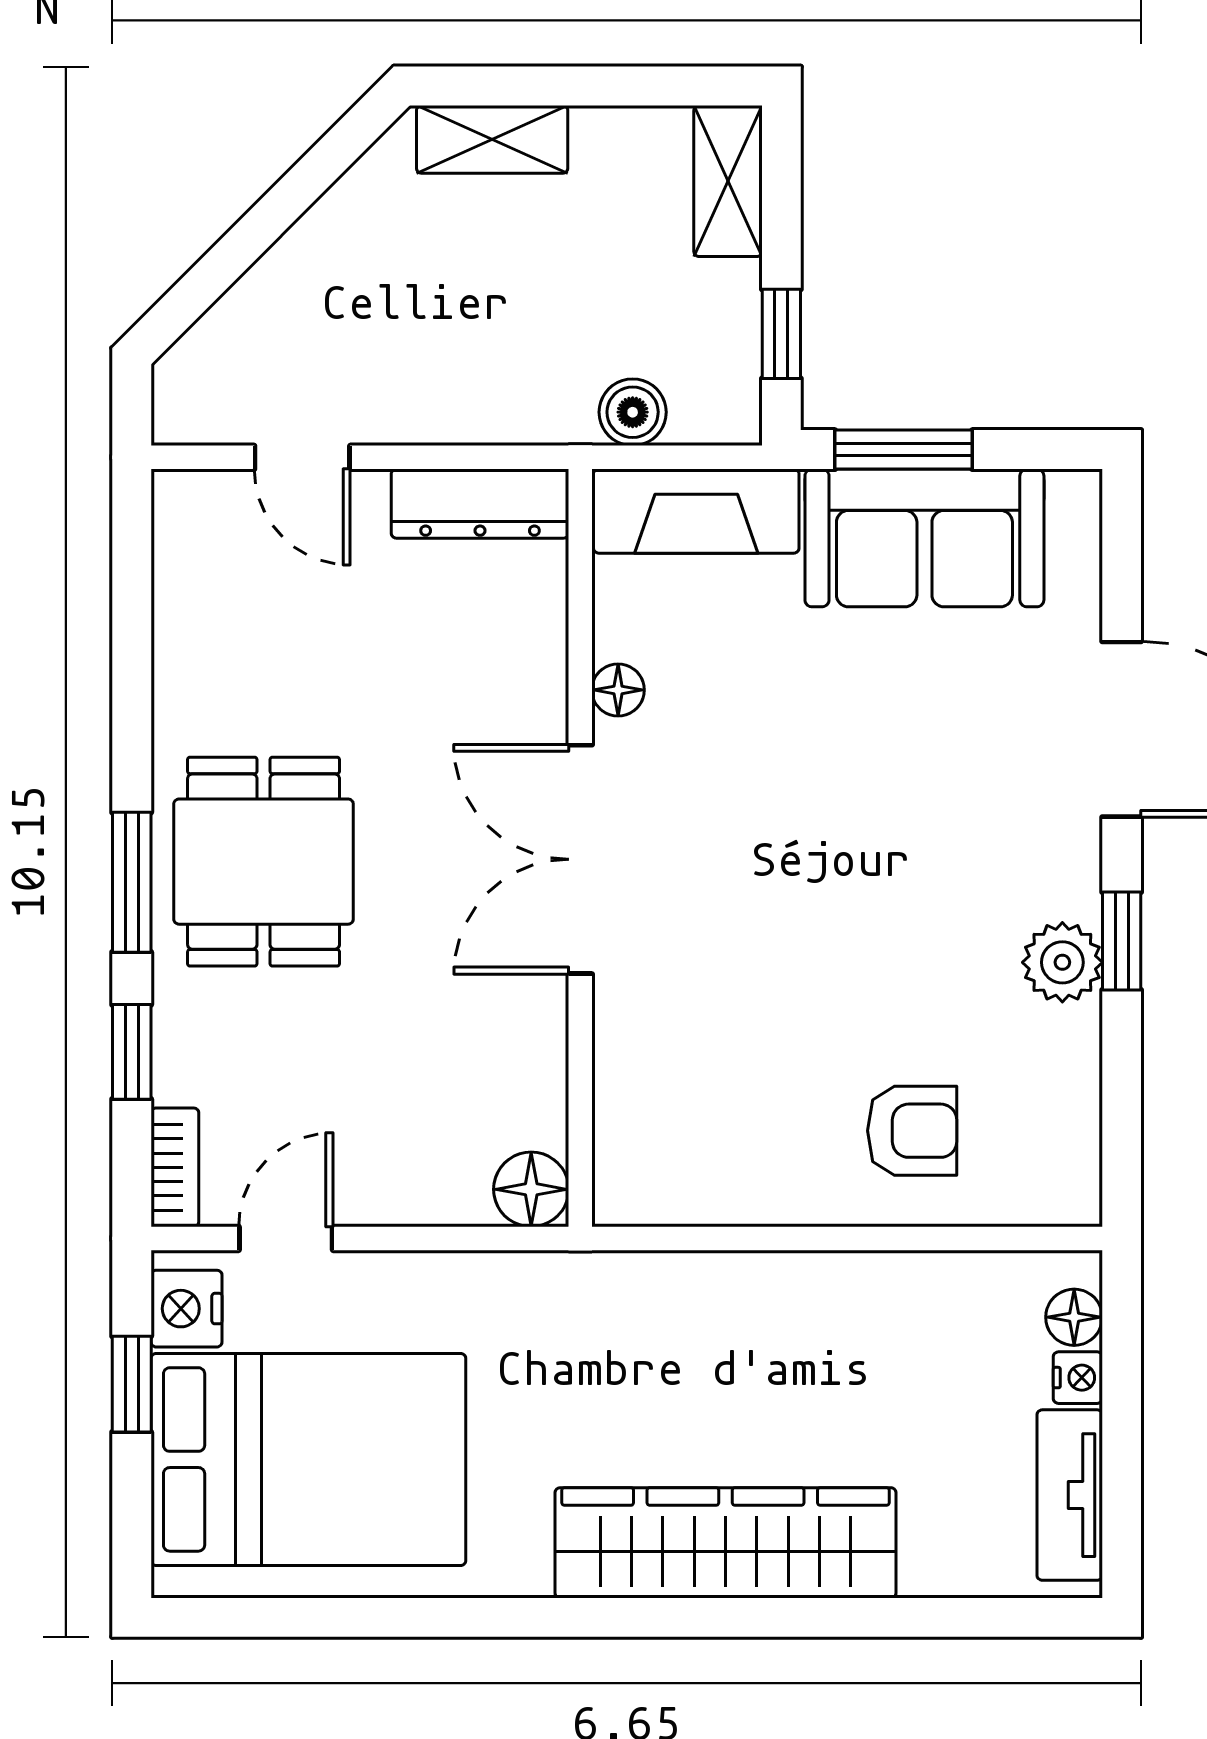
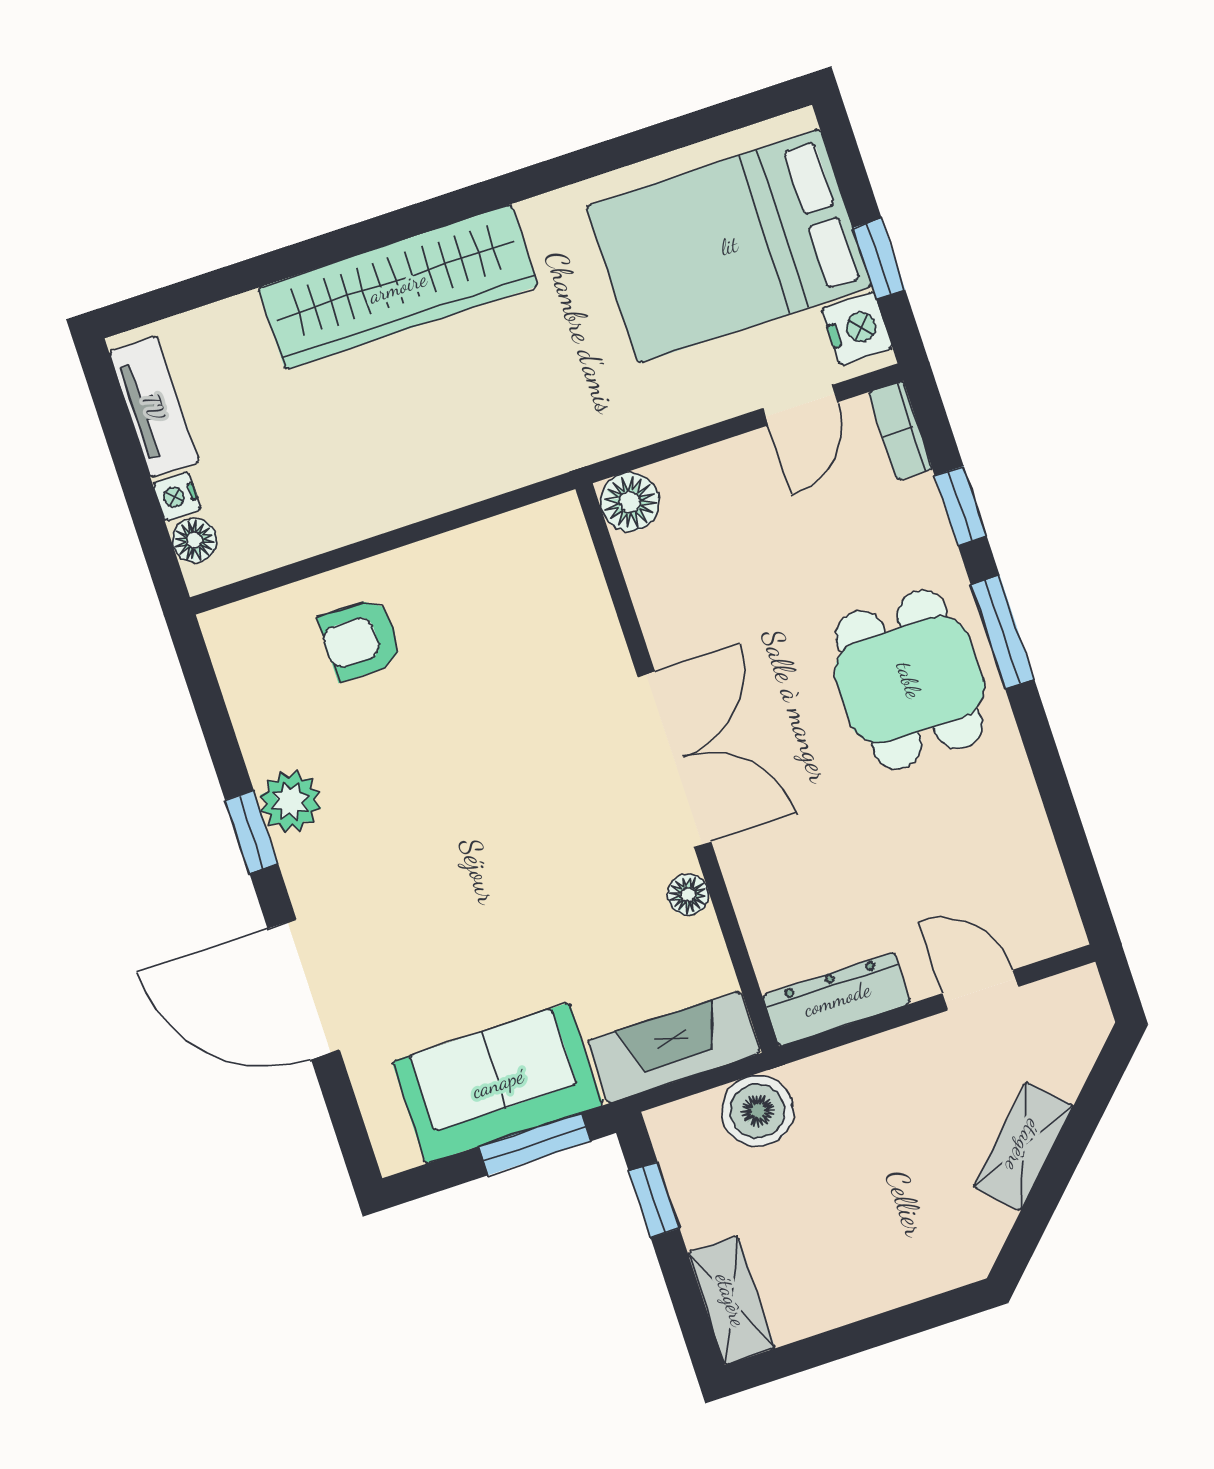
shelving: (492, 139) -> (1023, 1146), moved, turned -45
boiler: (633, 412) -> (758, 1111), width x1.36, depth x1.36

